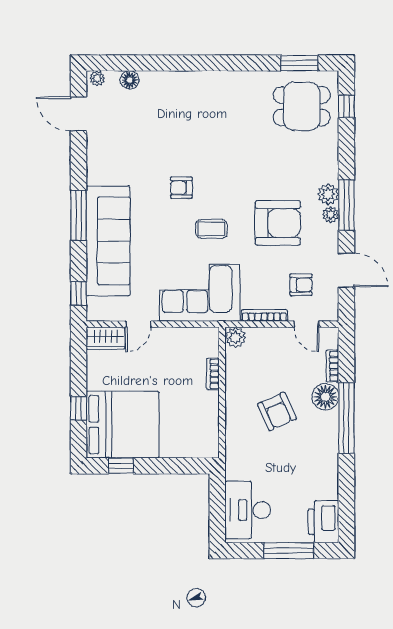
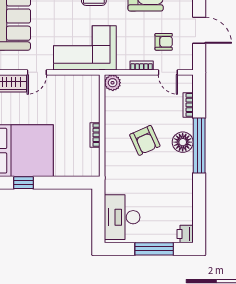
bookcase: (264, 315) -> (142, 66), width x0.64
bookcase: (213, 374) -> (95, 135), moved
floor lamp: (325, 397) -> (183, 142), moved
printer: (323, 522) -> (185, 234), width x0.53, depth x0.68

